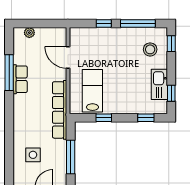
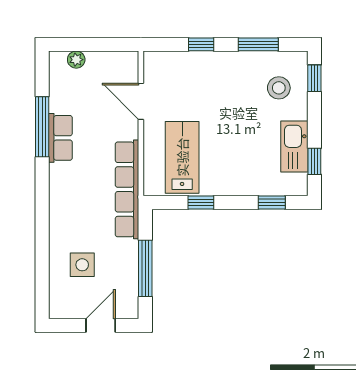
window: (138, 24) -> (258, 44), width x0.69

